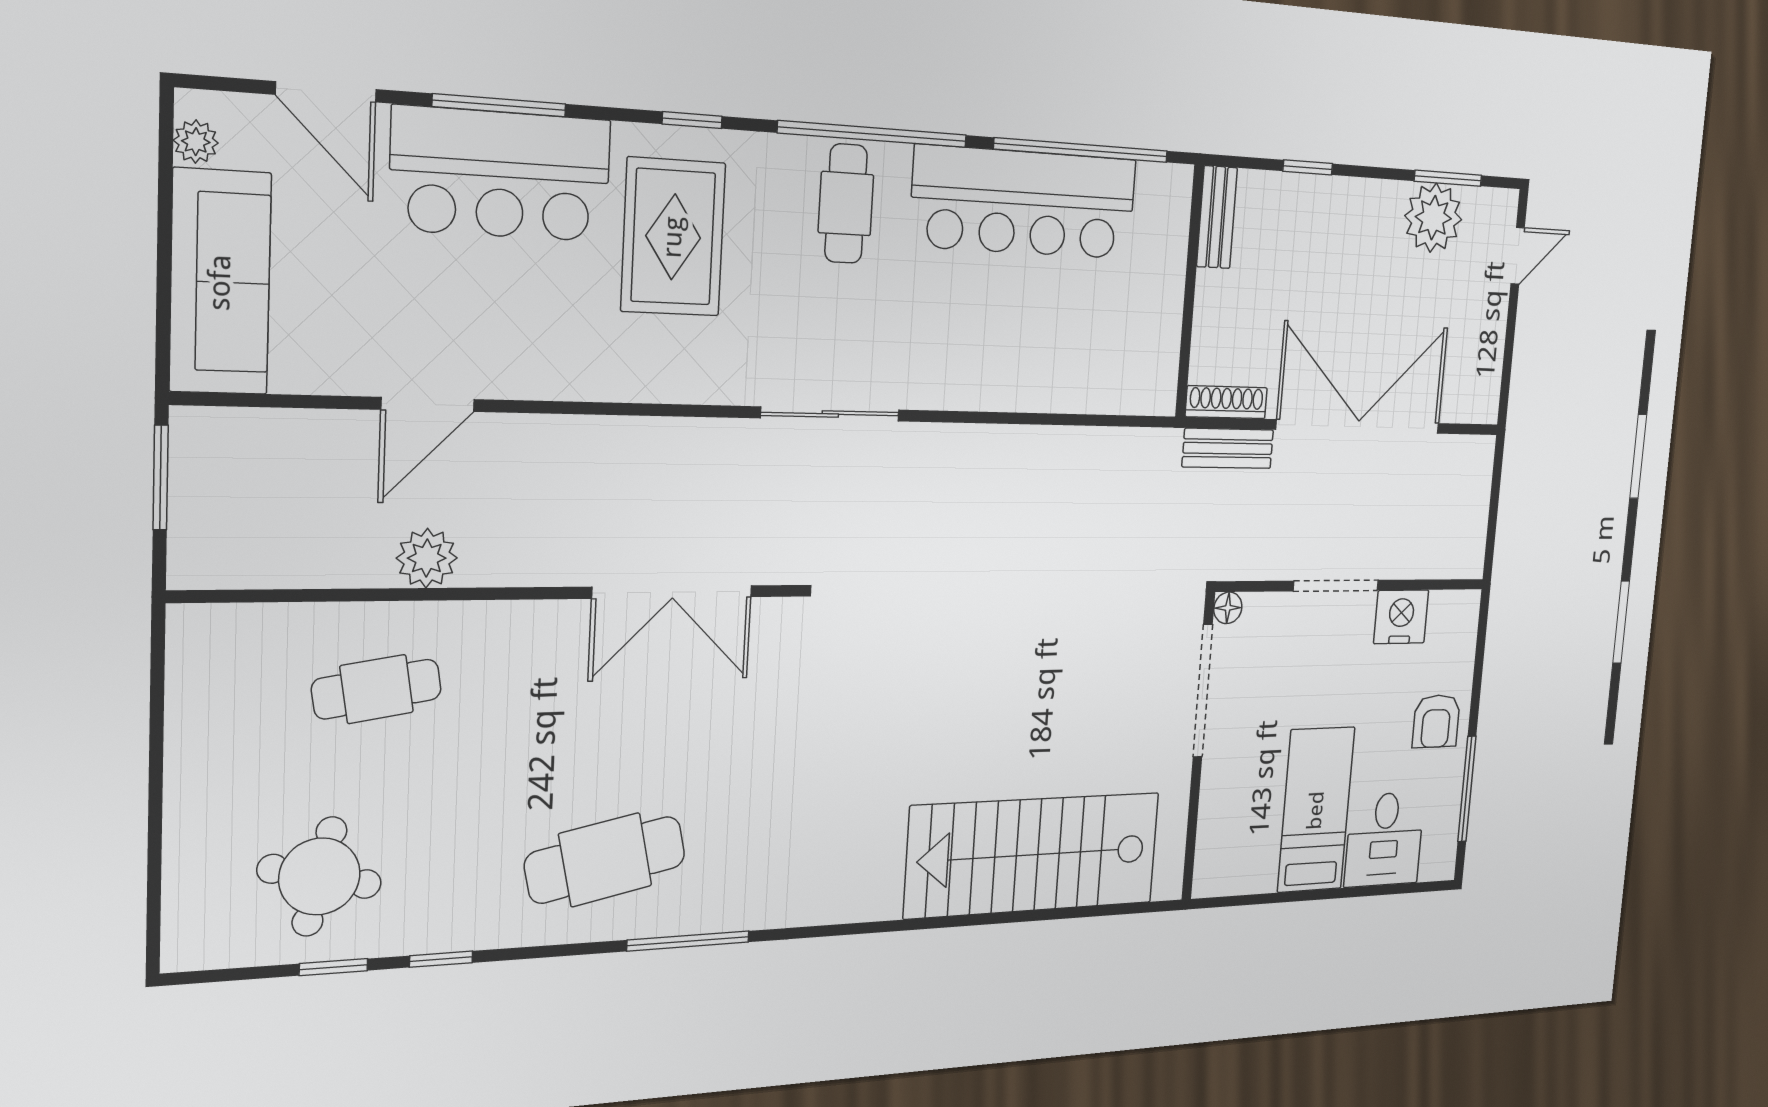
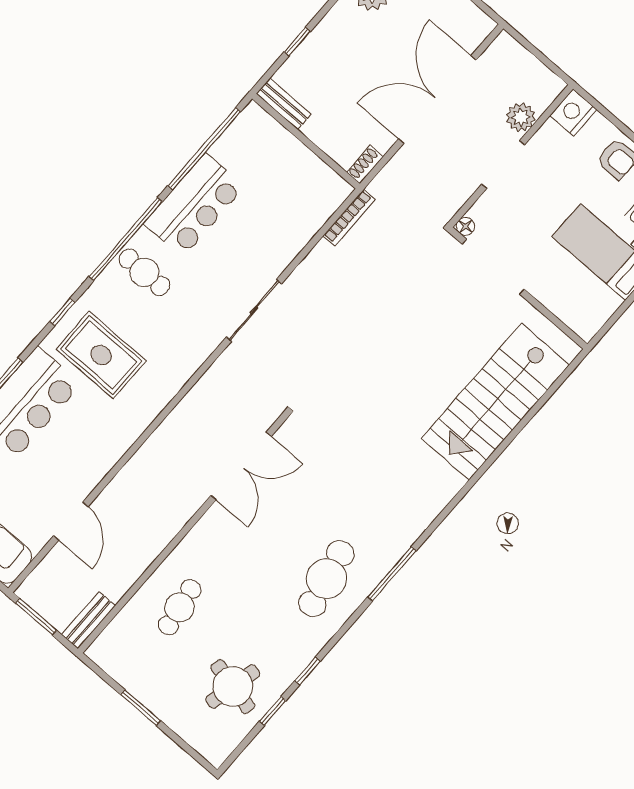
bar counter: (1024, 203) -> (194, 205), width x0.73
shoe rack: (1226, 402) -> (365, 165), width x0.70
door: (428, 404) -> (71, 521), moved
sliding door: (830, 414) -> (254, 310), moved
bookcase: (1131, 441) -> (349, 218), added
bench: (1228, 448) -> (88, 620), moved
plant: (427, 558) -> (521, 117), moved
nightstand: (1401, 617) -> (573, 112), moved
window: (156, 771) -> (141, 708), added

